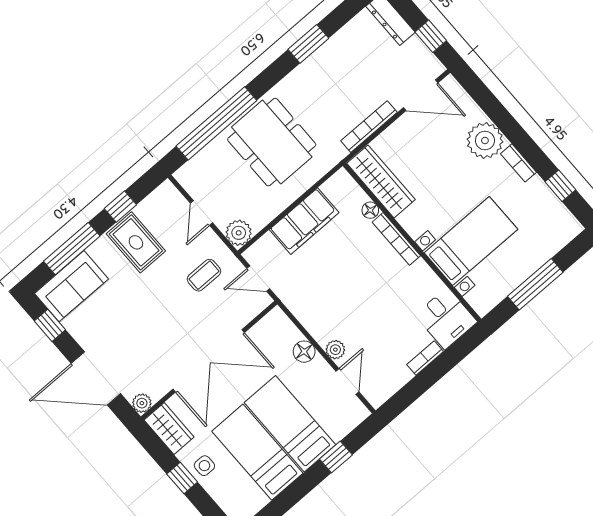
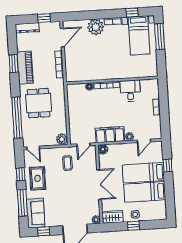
piano: (317, 70) -> (25, 68), added
dining table: (272, 142) -> (39, 103), width x0.73
wardrobe: (381, 181) -> (82, 75), removed
door: (201, 213) -> (33, 148), moved
filing cabinet: (304, 221) -> (110, 135), moved, turned -90
bed with nightstands: (471, 241) -> (139, 35), moved, turned 180
rug: (136, 242) -> (37, 178), turned 90
window: (535, 284) -> (160, 37), moved
desk: (446, 318) -> (130, 91), moved, turned -90
floor lamp: (304, 352) -> (103, 149), moved
double door: (209, 361) -> (99, 185), width x0.73
door: (347, 382) -> (144, 141), swing flipped

